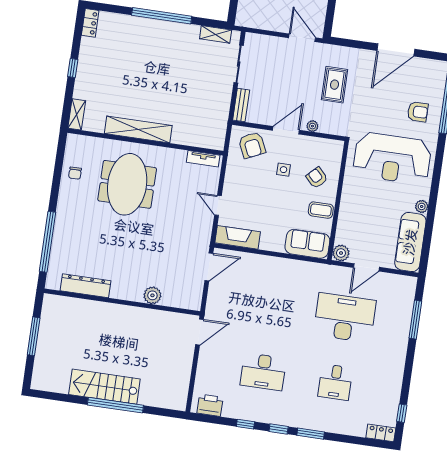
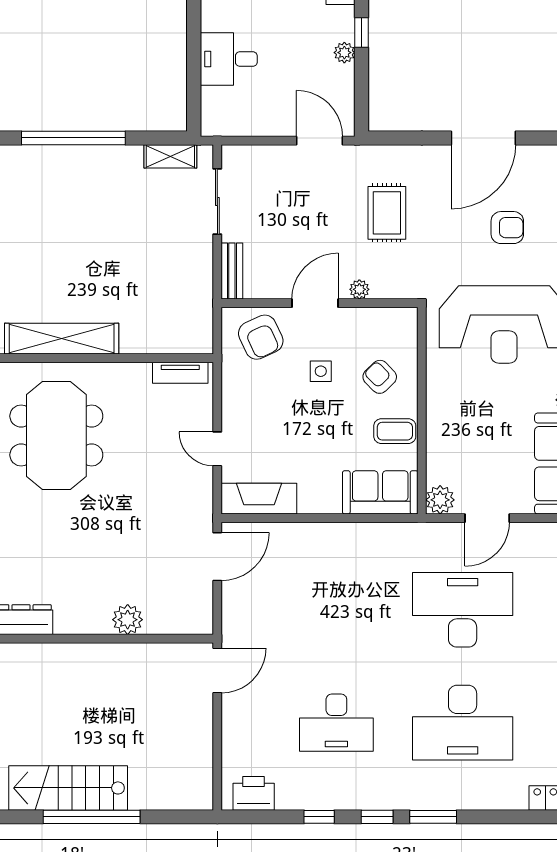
armchair: (418, 112) -> (507, 228), moved
desk: (335, 382) -> (463, 723), width x1.87, depth x1.30

